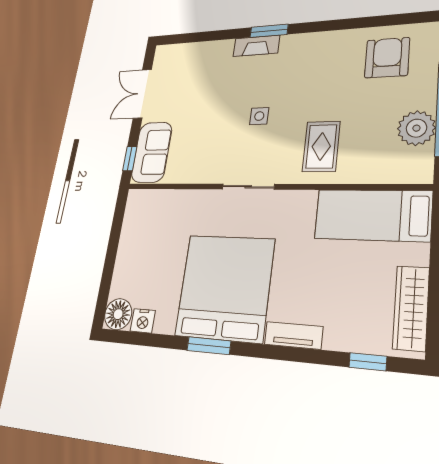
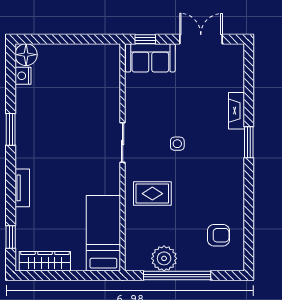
fireplace: (256, 46) -> (236, 111), moved
armchair: (387, 58) -> (218, 235), width x0.72, depth x0.72
bed: (225, 287) -> (50, 135), removed

